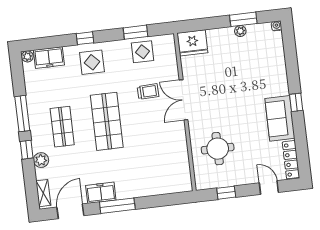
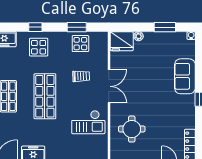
plant: (240, 31) -> (139, 36), moved
double door: (184, 100) -> (109, 86), swing flipped
sofa: (280, 118) -> (185, 76), moved
checkout: (164, 147) -> (88, 122), added

